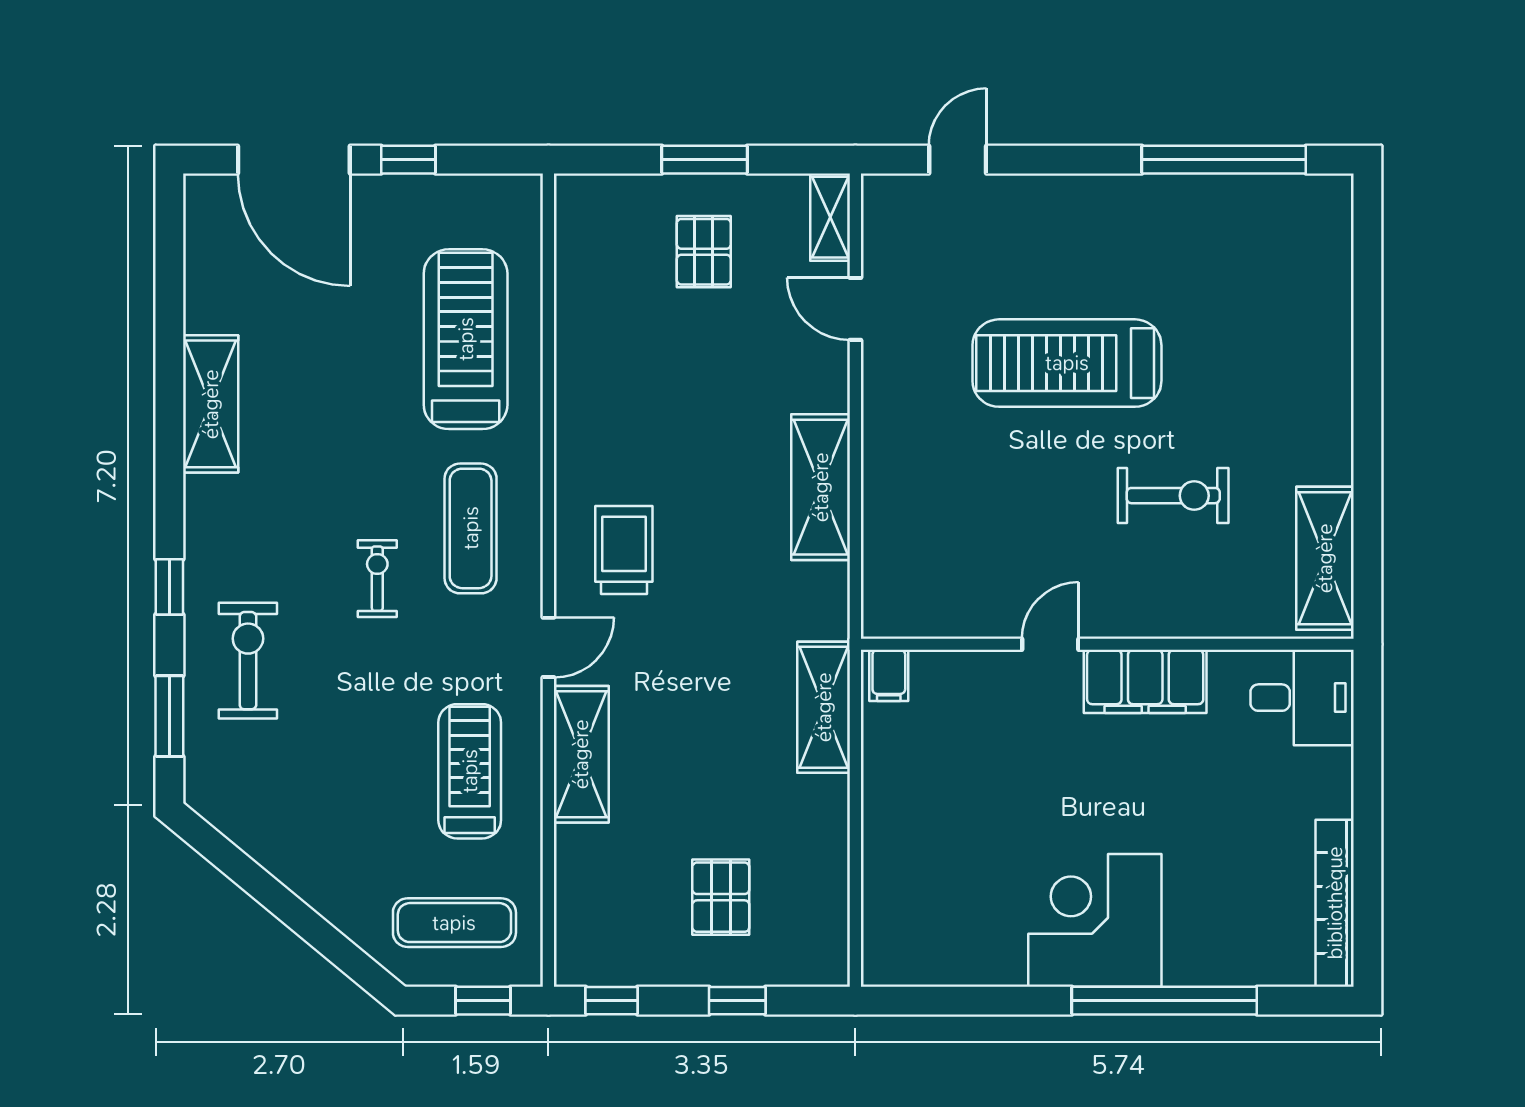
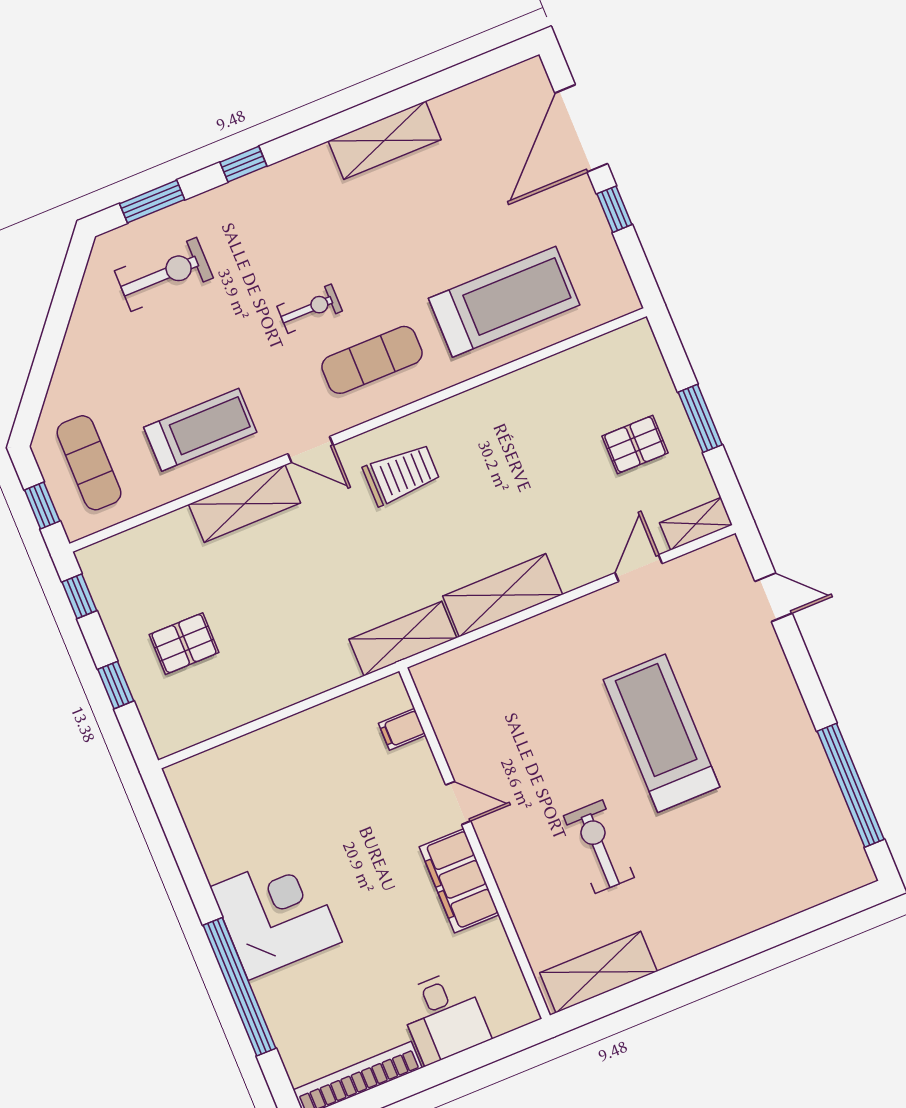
exercise bike: (1173, 496) -> (599, 847), turned 180
exercise bike: (248, 661) -> (164, 274), moved
filing cabinet: (889, 675) -> (402, 729), moved
desk: (1302, 698) -> (444, 1017), moved
shelving: (824, 707) -> (403, 639), moved

